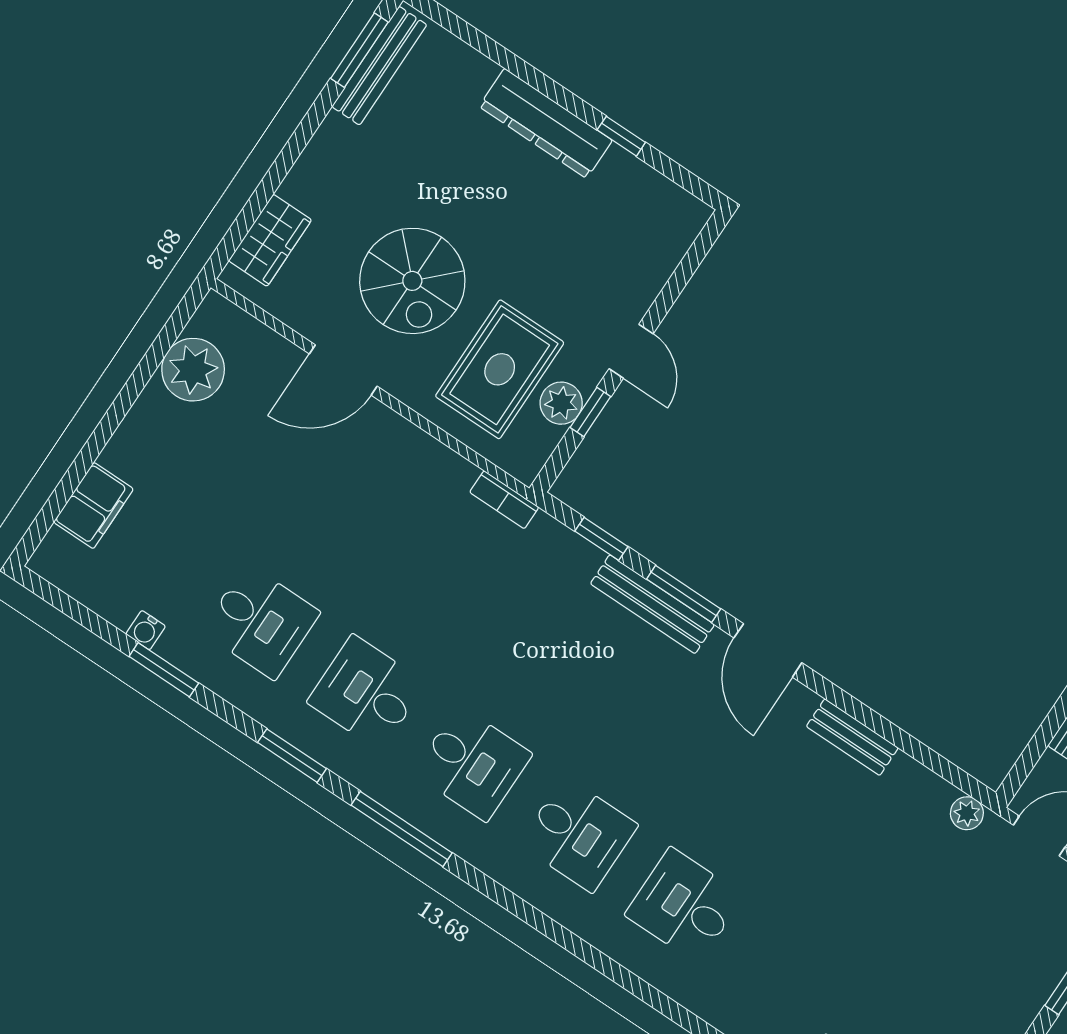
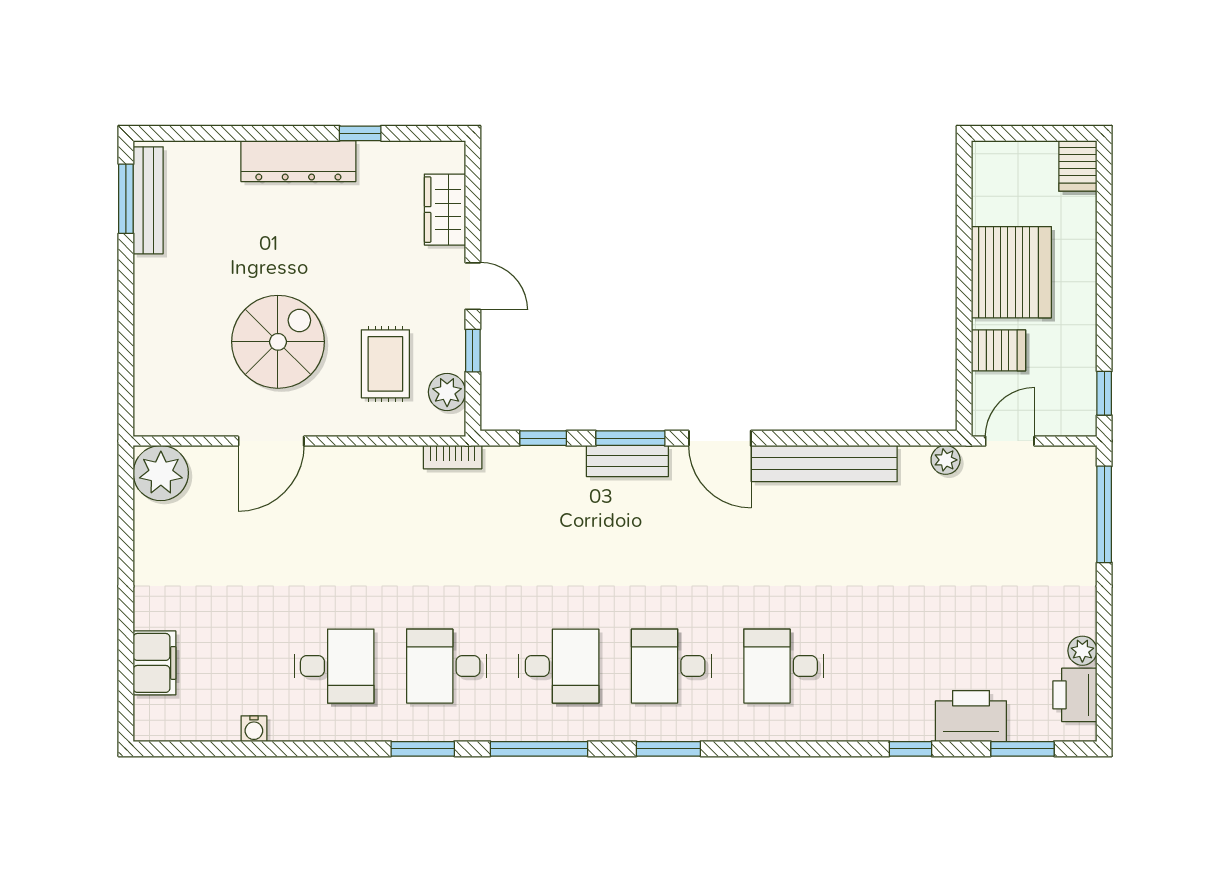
wardrobe: (270, 240) -> (445, 210), moved, turned 180
spiral stairs: (412, 281) -> (278, 342), turned -90
rug: (500, 369) -> (385, 364), width x0.73, depth x0.70
plant: (193, 370) -> (161, 473), moved
plant: (561, 403) -> (447, 392), moved
bench: (652, 604) -> (627, 461), width x0.73
window: (164, 670) -> (668, 749), moved
bench: (852, 737) -> (824, 464), width x1.86, depth x1.21
desk: (578, 834) -> (671, 666), turned 180

